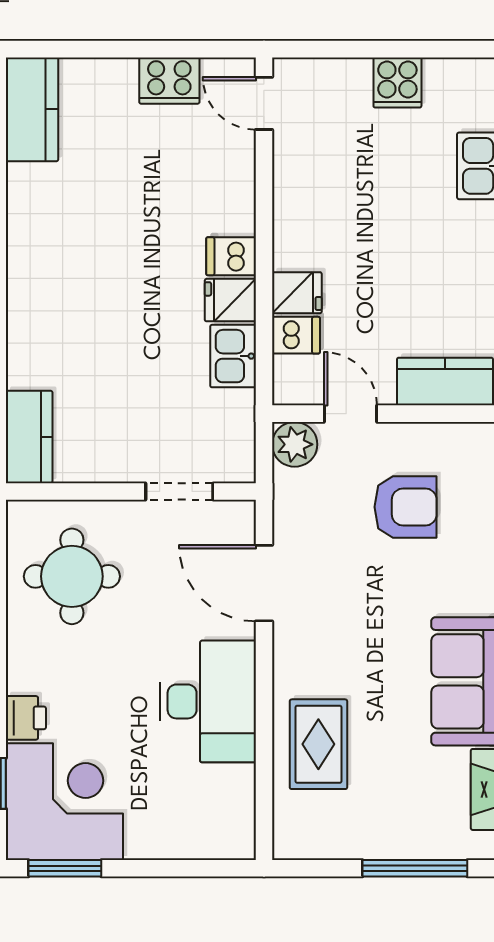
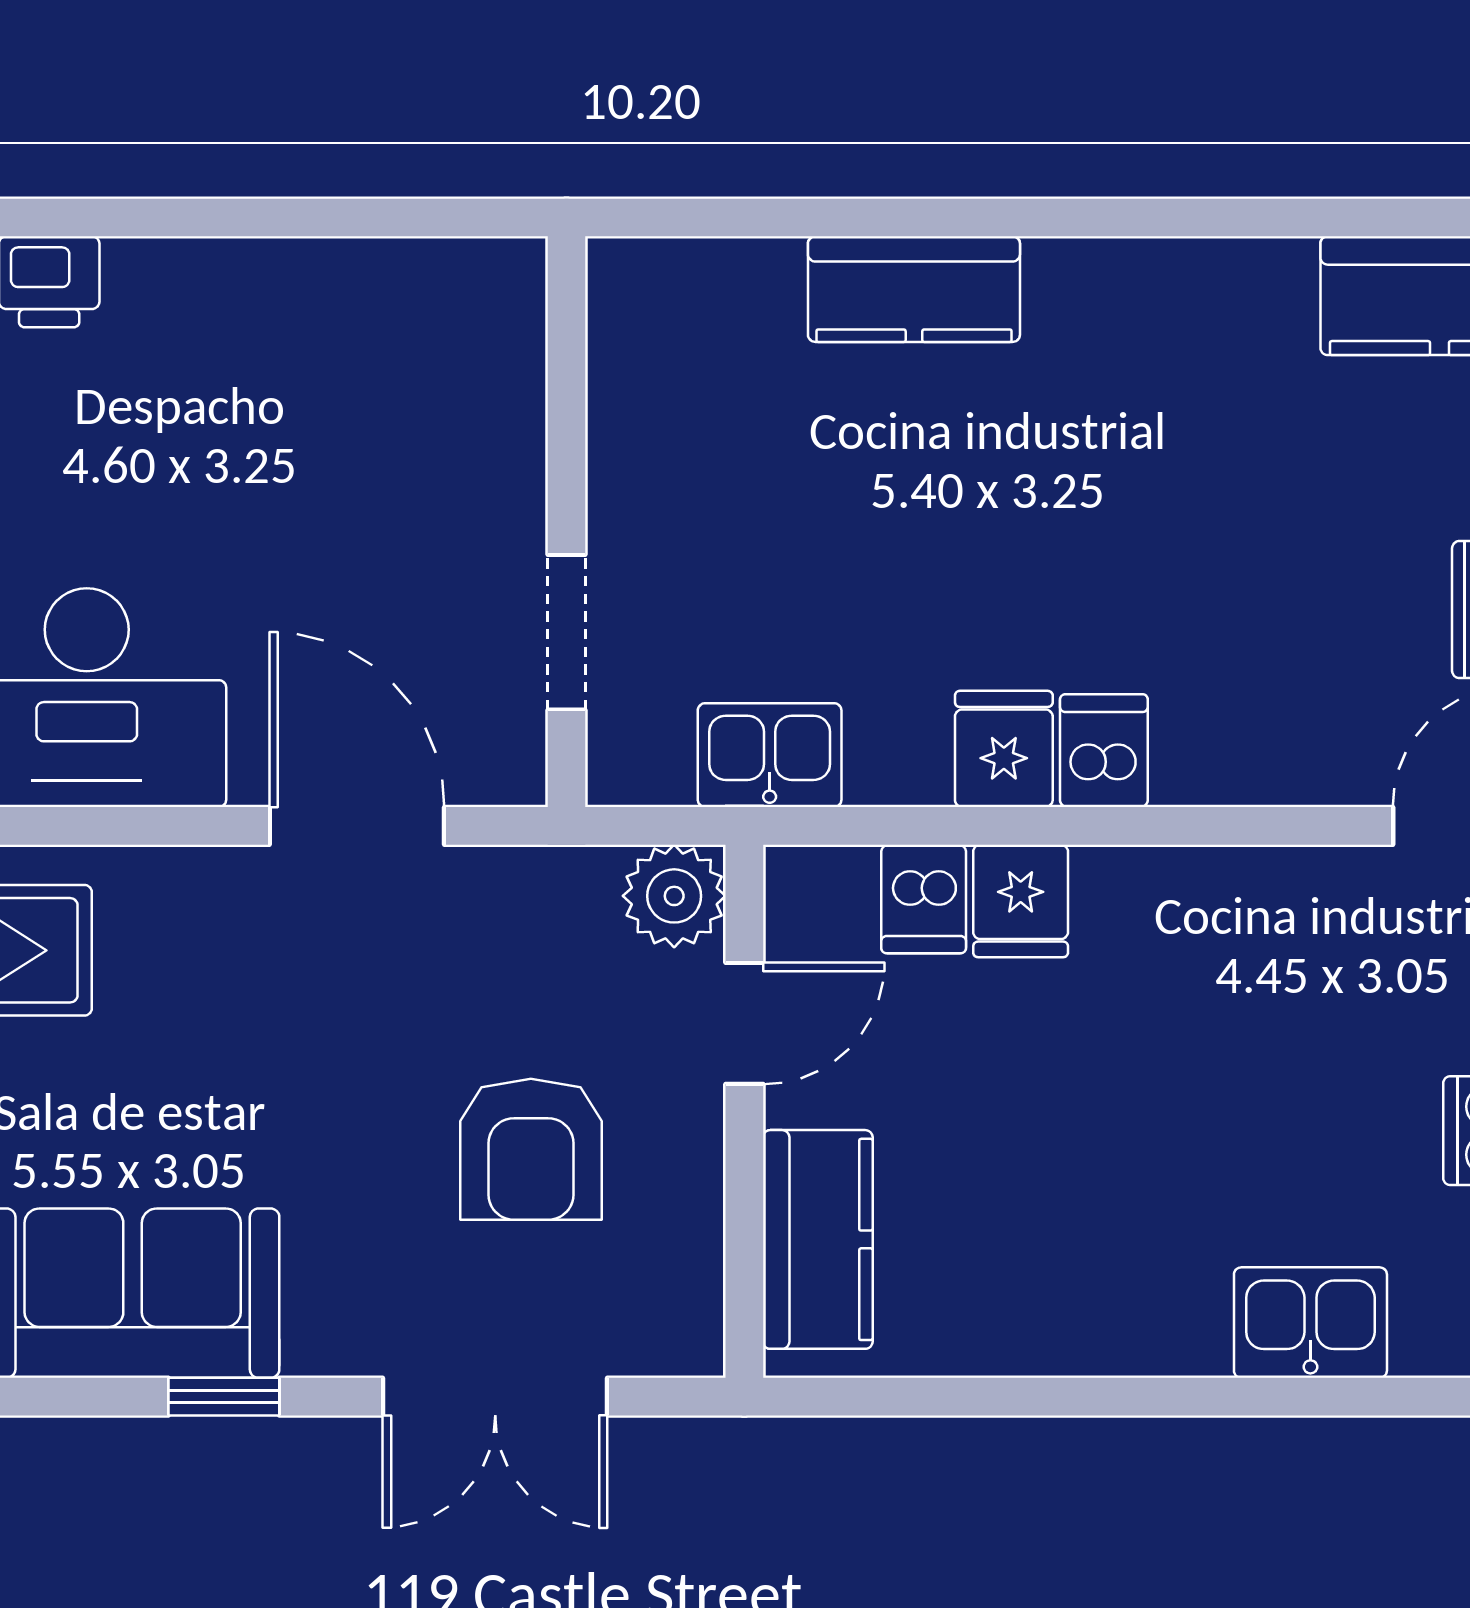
kitchen sink: (233, 356) -> (770, 755), moved
kitchen counter: (29, 437) -> (914, 289), moved
round table: (72, 576) -> (372, 387), removed
door: (264, 583) -> (357, 826), hinge flipped

